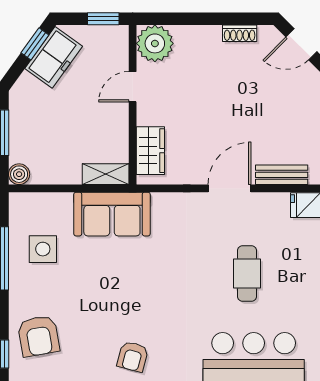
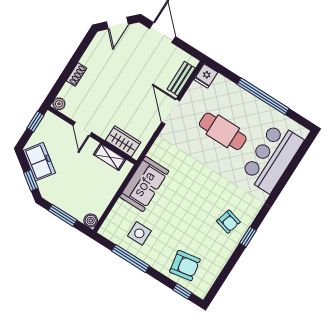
shoe rack: (240, 33) -> (76, 74), moved
plant: (155, 43) -> (59, 104), width x0.53, depth x0.53
window: (35, 44) -> (31, 180), moved
shelving: (106, 174) -> (110, 157), moved, turned 90
cafe table: (247, 274) -> (223, 131), width x1.37, depth x1.35

